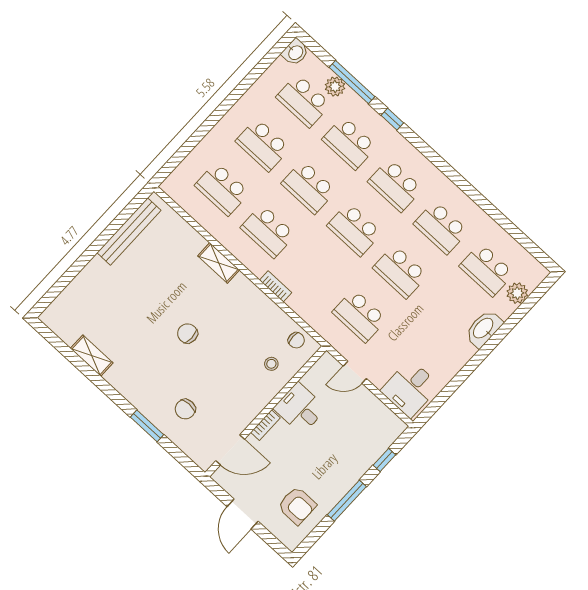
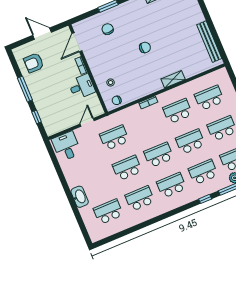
plant: (517, 293) -> (90, 222), removed

